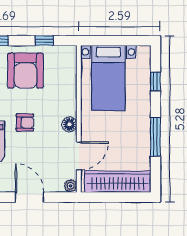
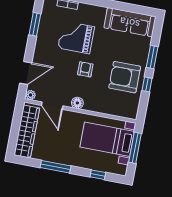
window: (44, 41) -> (147, 84), moved
window: (113, 41) -> (135, 148), added
armchair: (25, 122) -> (85, 69), turned 180
door: (30, 197) -> (26, 73), moved

